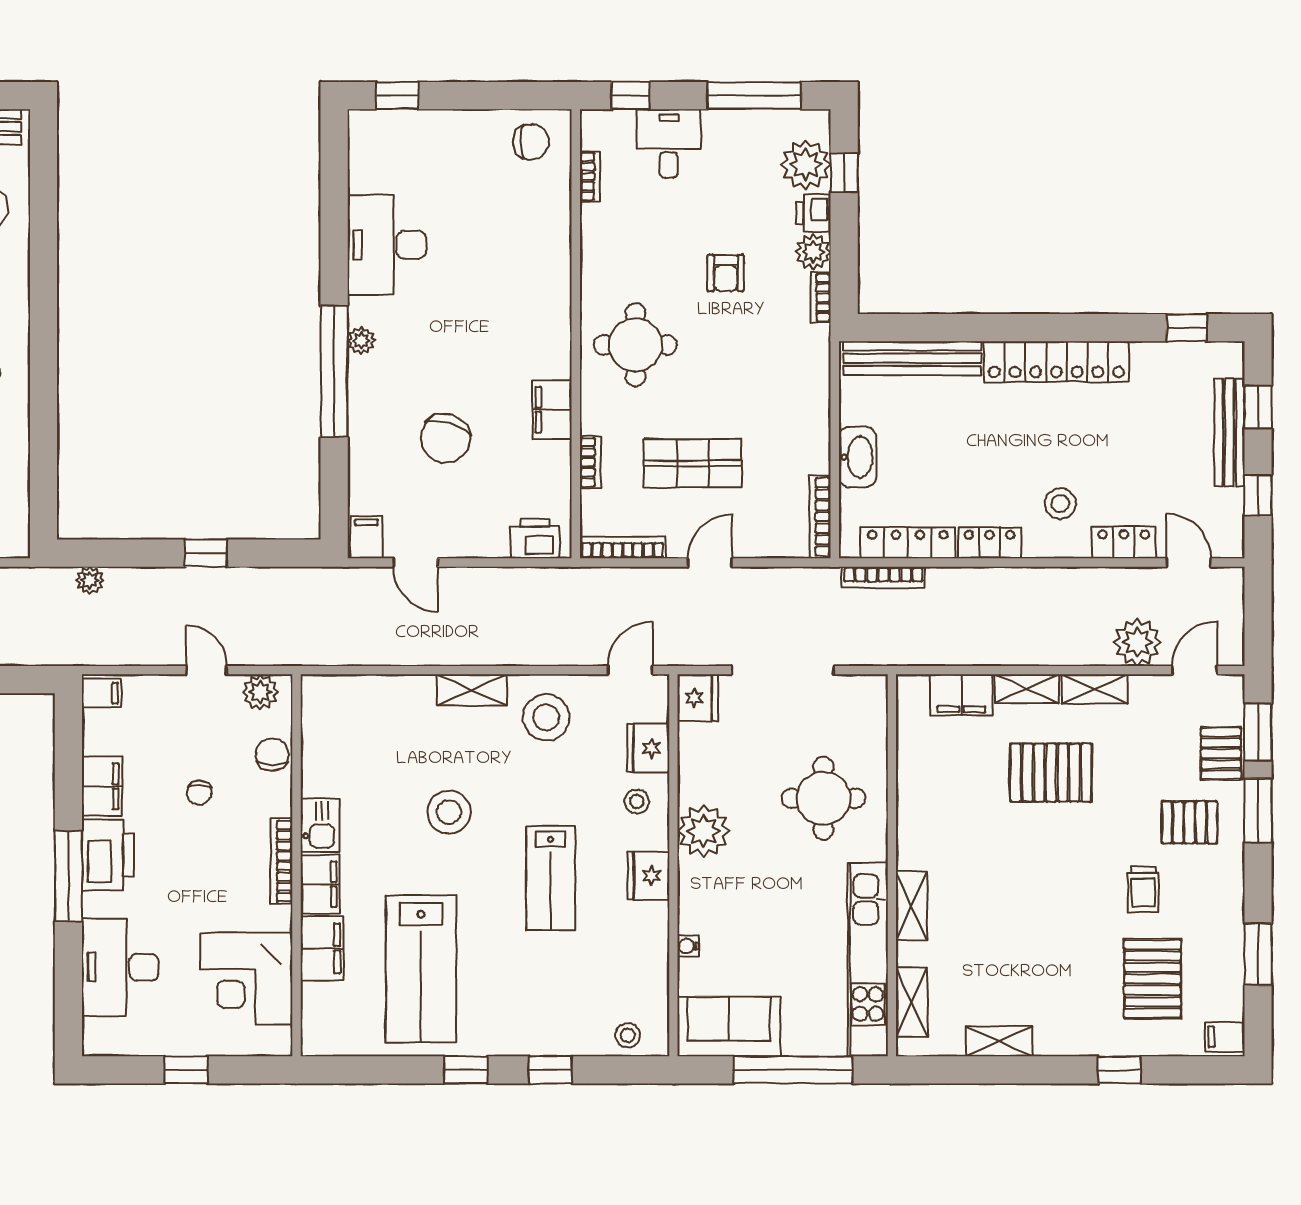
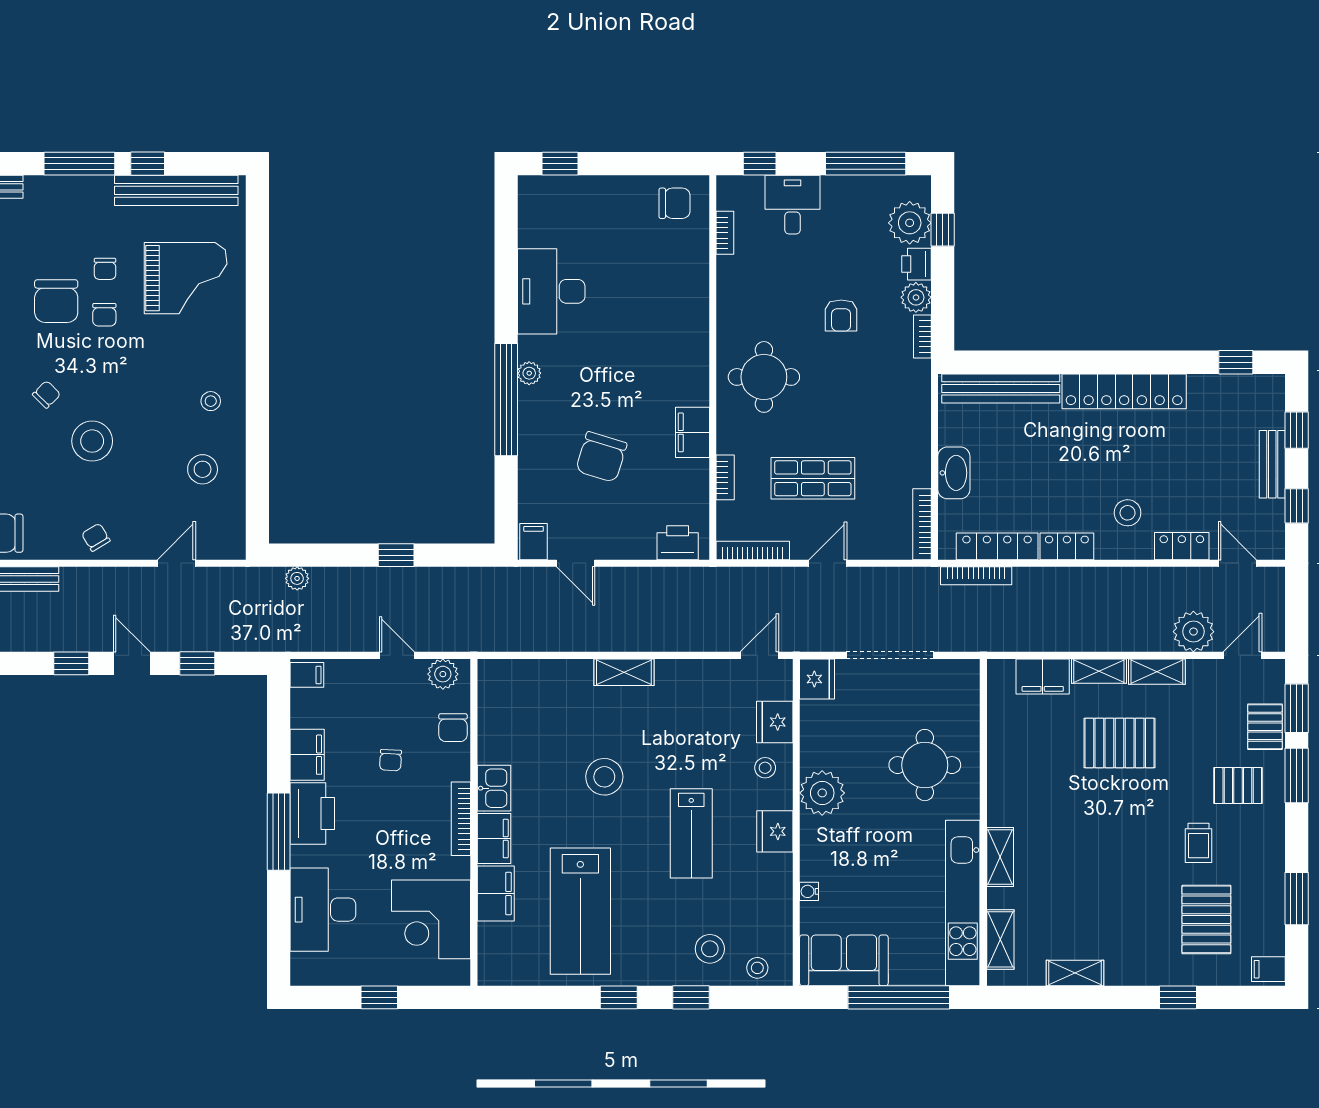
bench: (1229, 433) -> (1272, 464), width x0.73
stool: (546, 717) -> (710, 949), moved, width x0.73, depth x0.73
chair: (272, 755) -> (453, 728), turned 180

